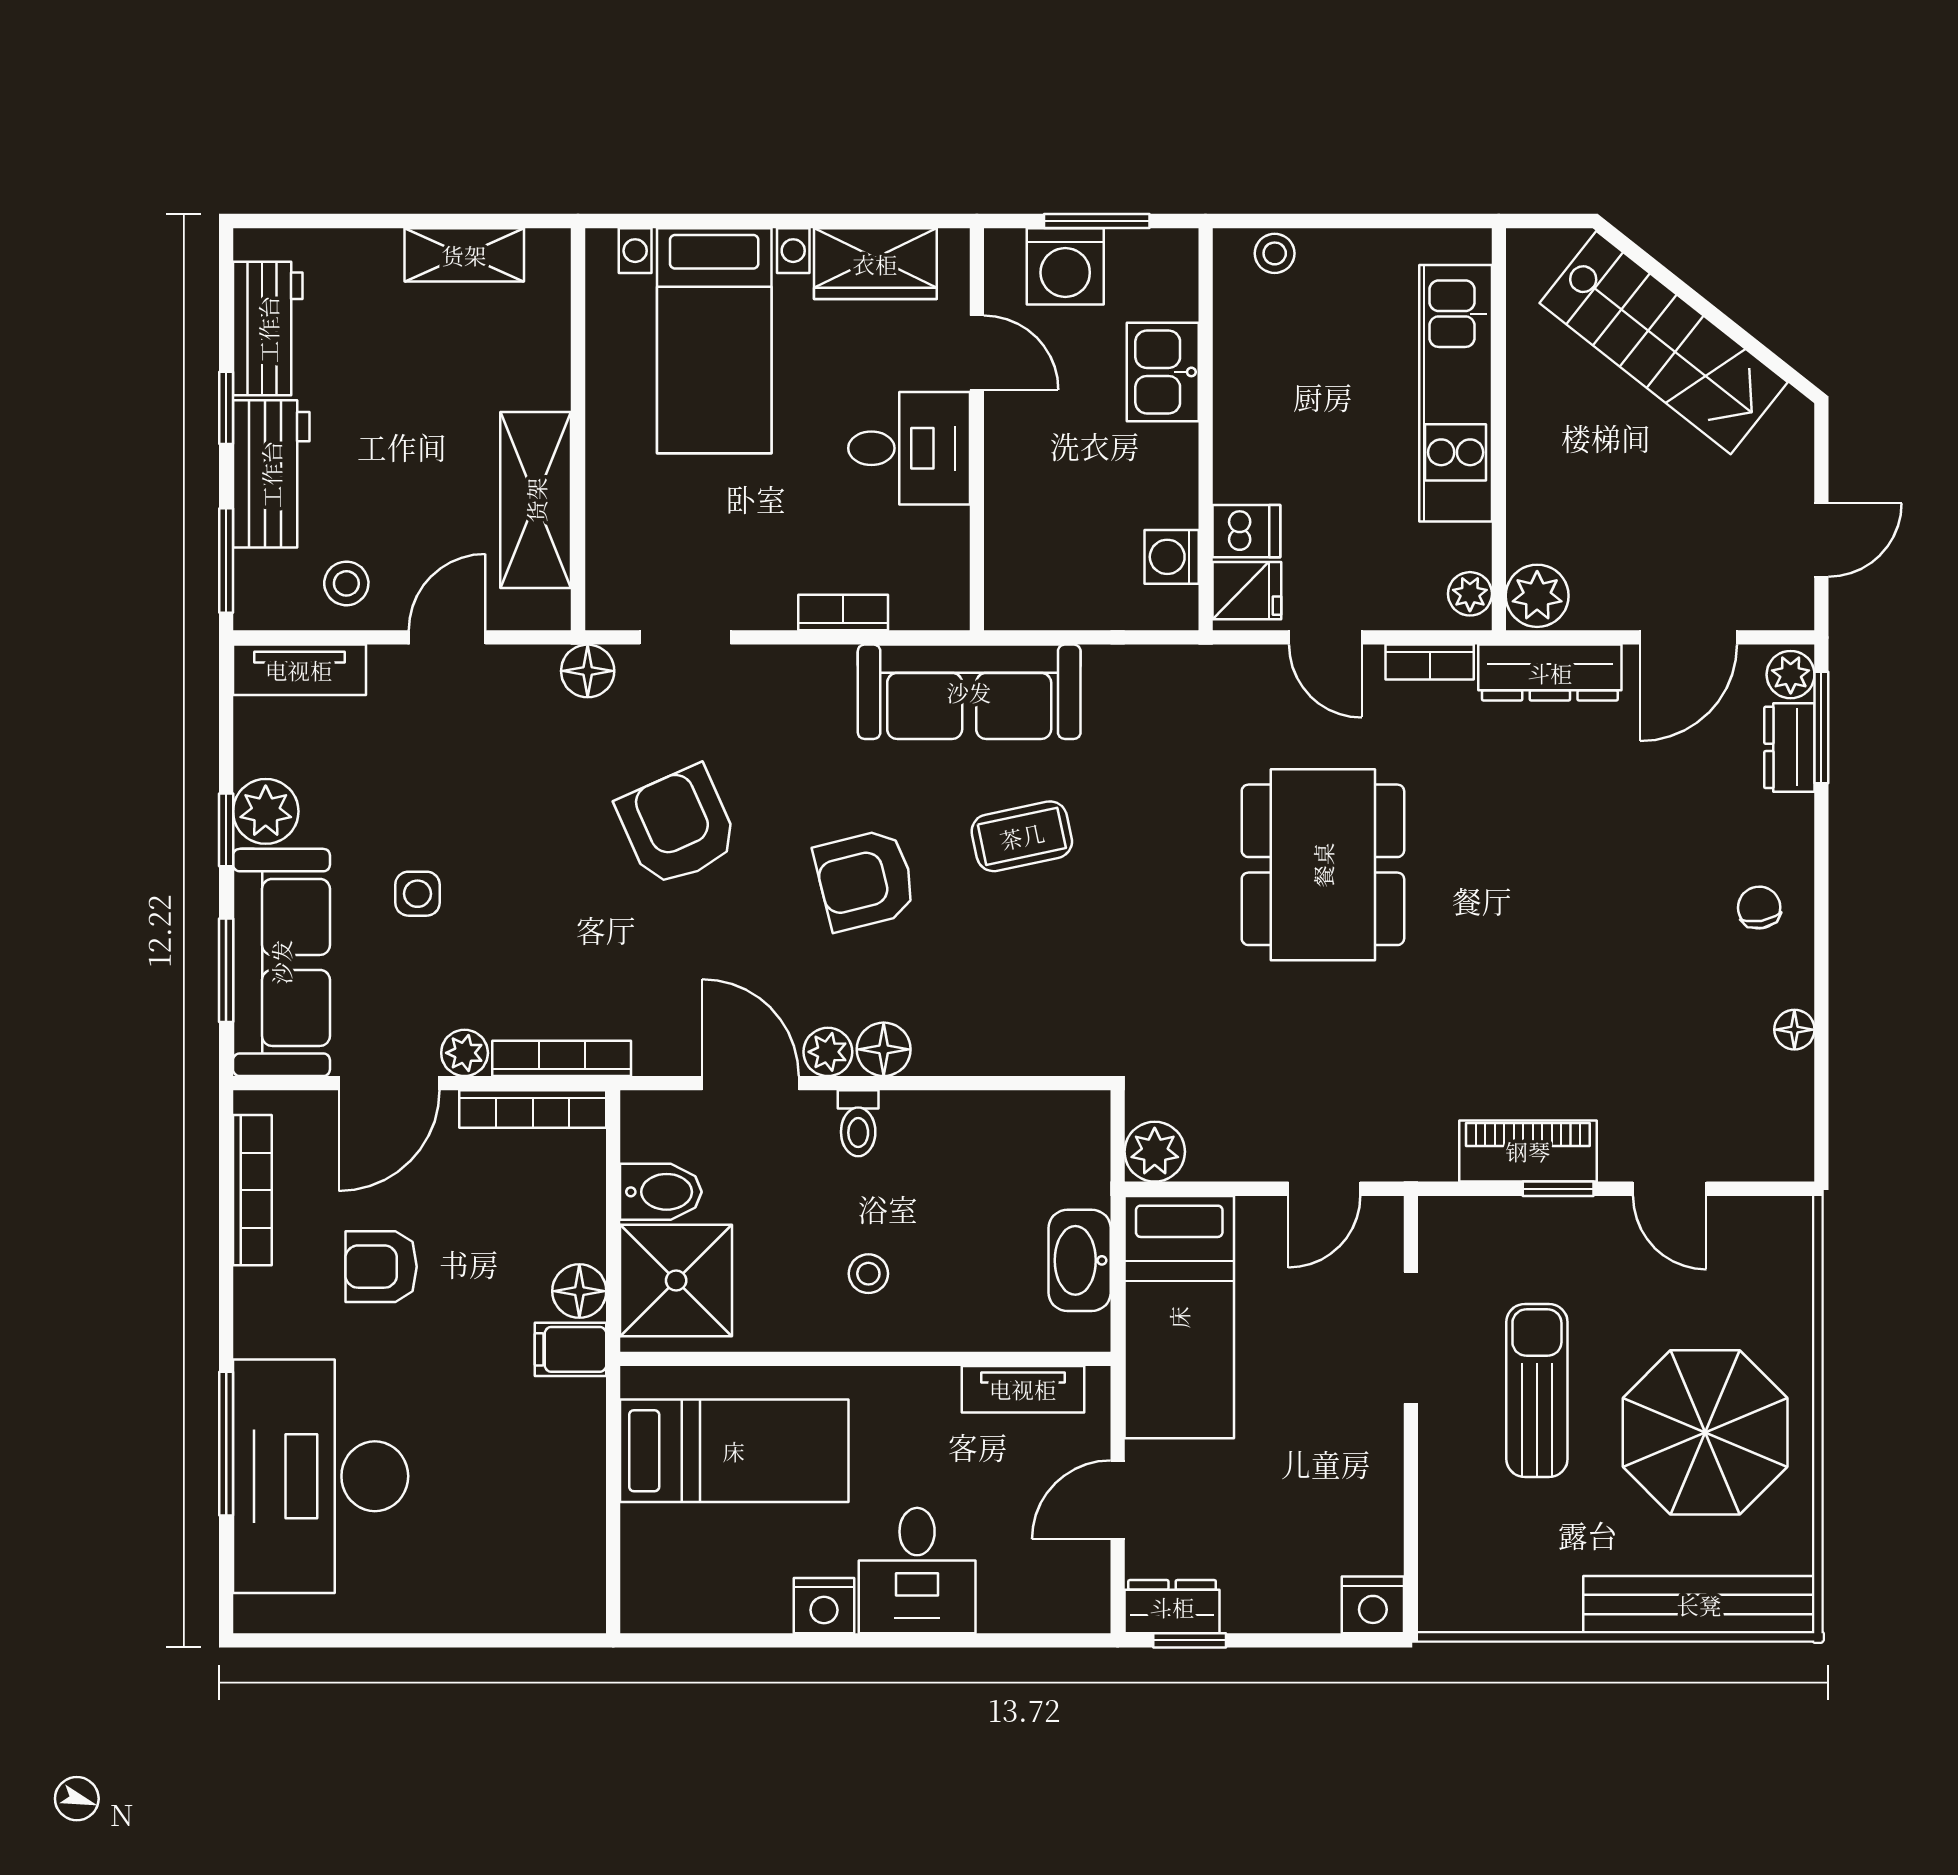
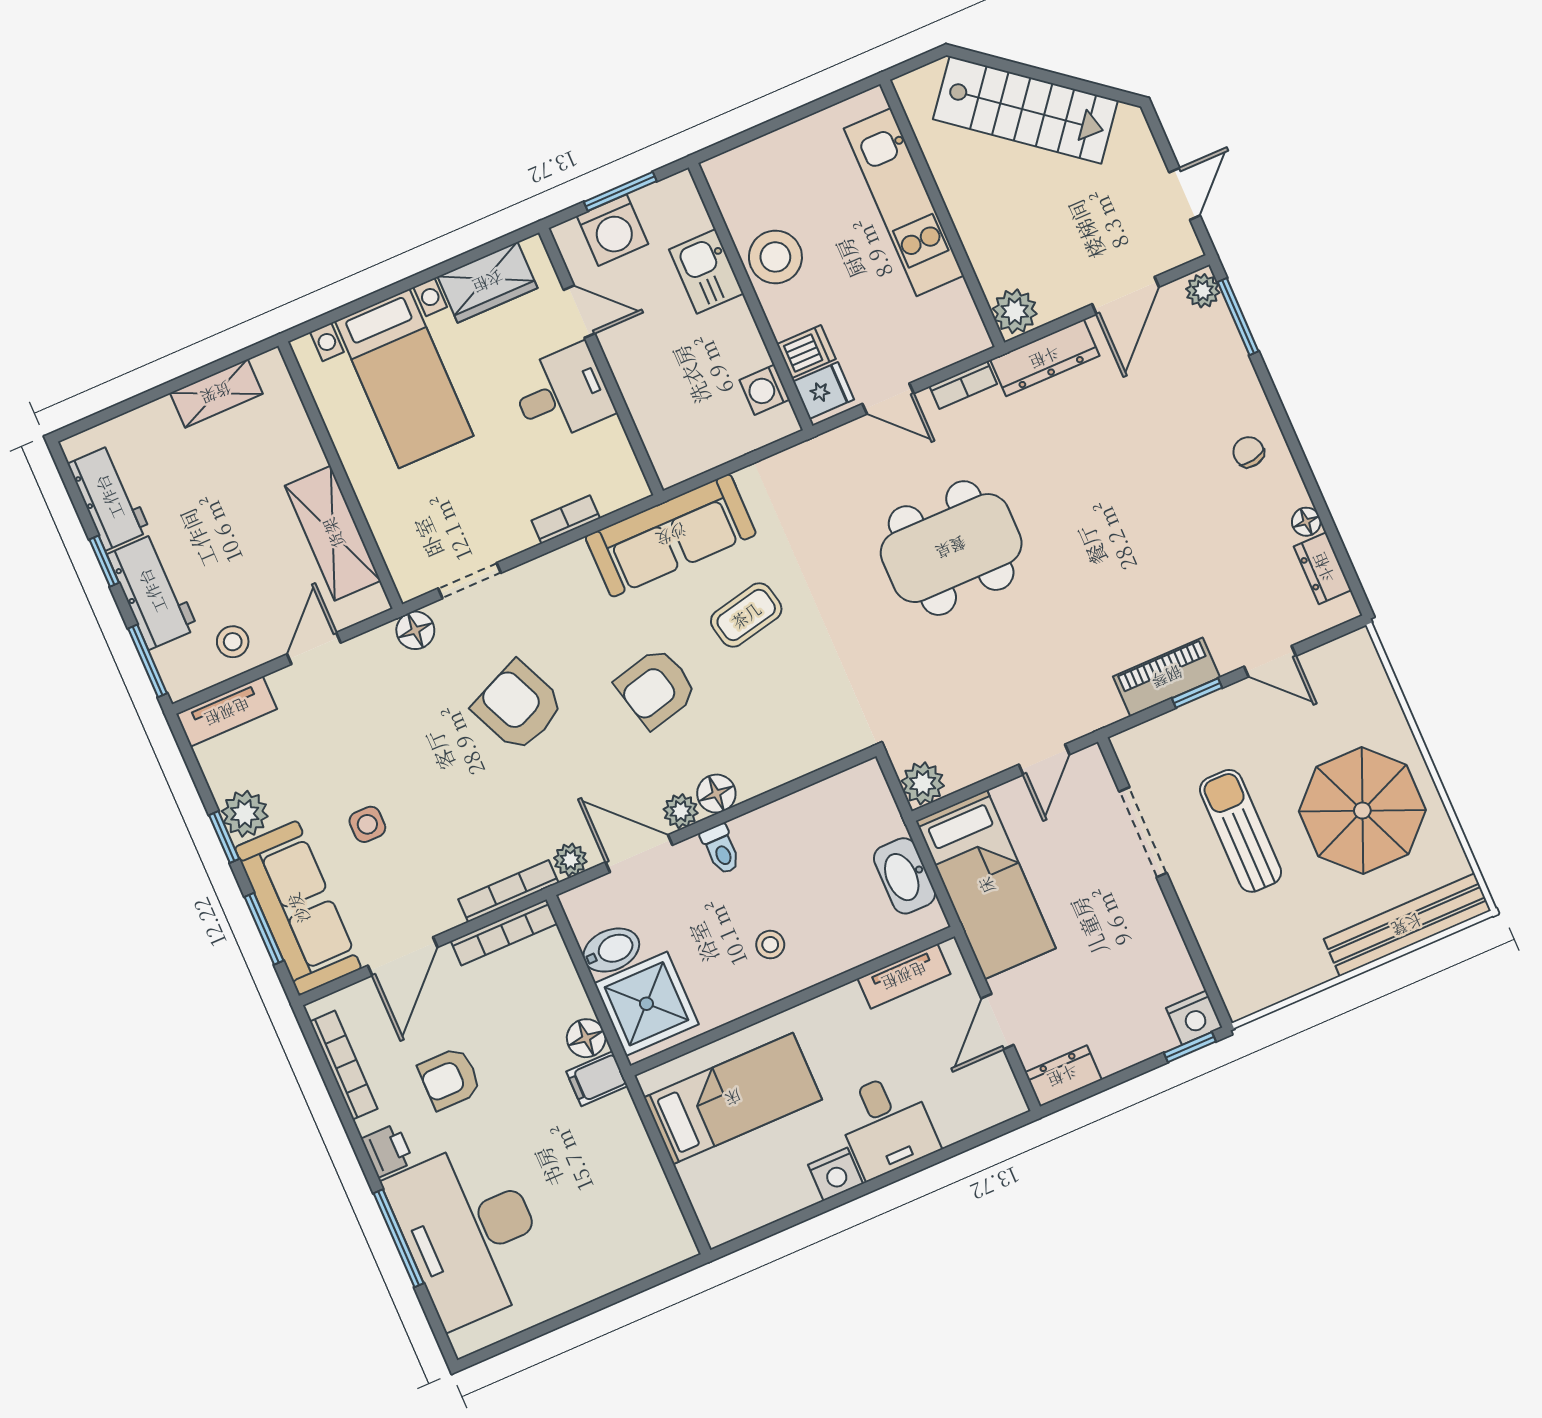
stool: (1275, 253) -> (775, 257), moved, width x1.89, depth x1.89
plant: (1470, 594) -> (970, 329), removed
dresser: (1789, 747) -> (1323, 568), moved
dining table: (1323, 865) -> (951, 548), turned 90
plant: (465, 1053) -> (570, 860), moved
printer: (261, 1324) -> (387, 1151), added
window: (1190, 1640) -> (1190, 1047), moved

